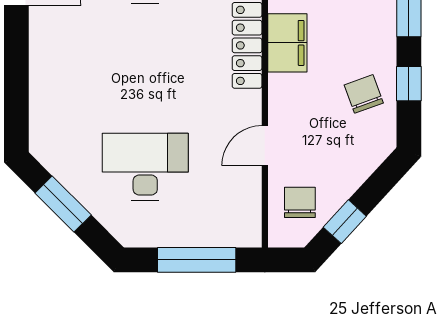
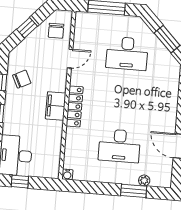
chair: (364, 94) -> (22, 79), turned -96
window: (345, 222) -> (27, 28), moved

